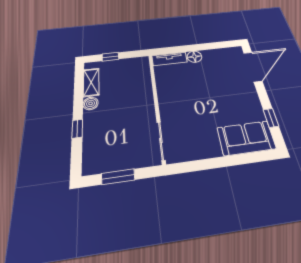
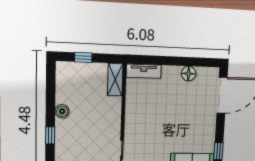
floor lamp: (194, 57) -> (189, 74), moved
shelving: (91, 82) -> (115, 80), moved

